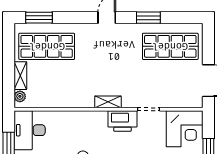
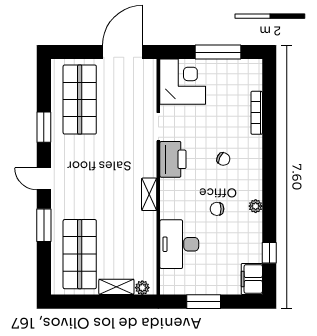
window: (39, 18) -> (44, 225), moved
shelving: (108, 102) -> (149, 194), moved
desk: (30, 130) -> (179, 244), moved, turned 90

